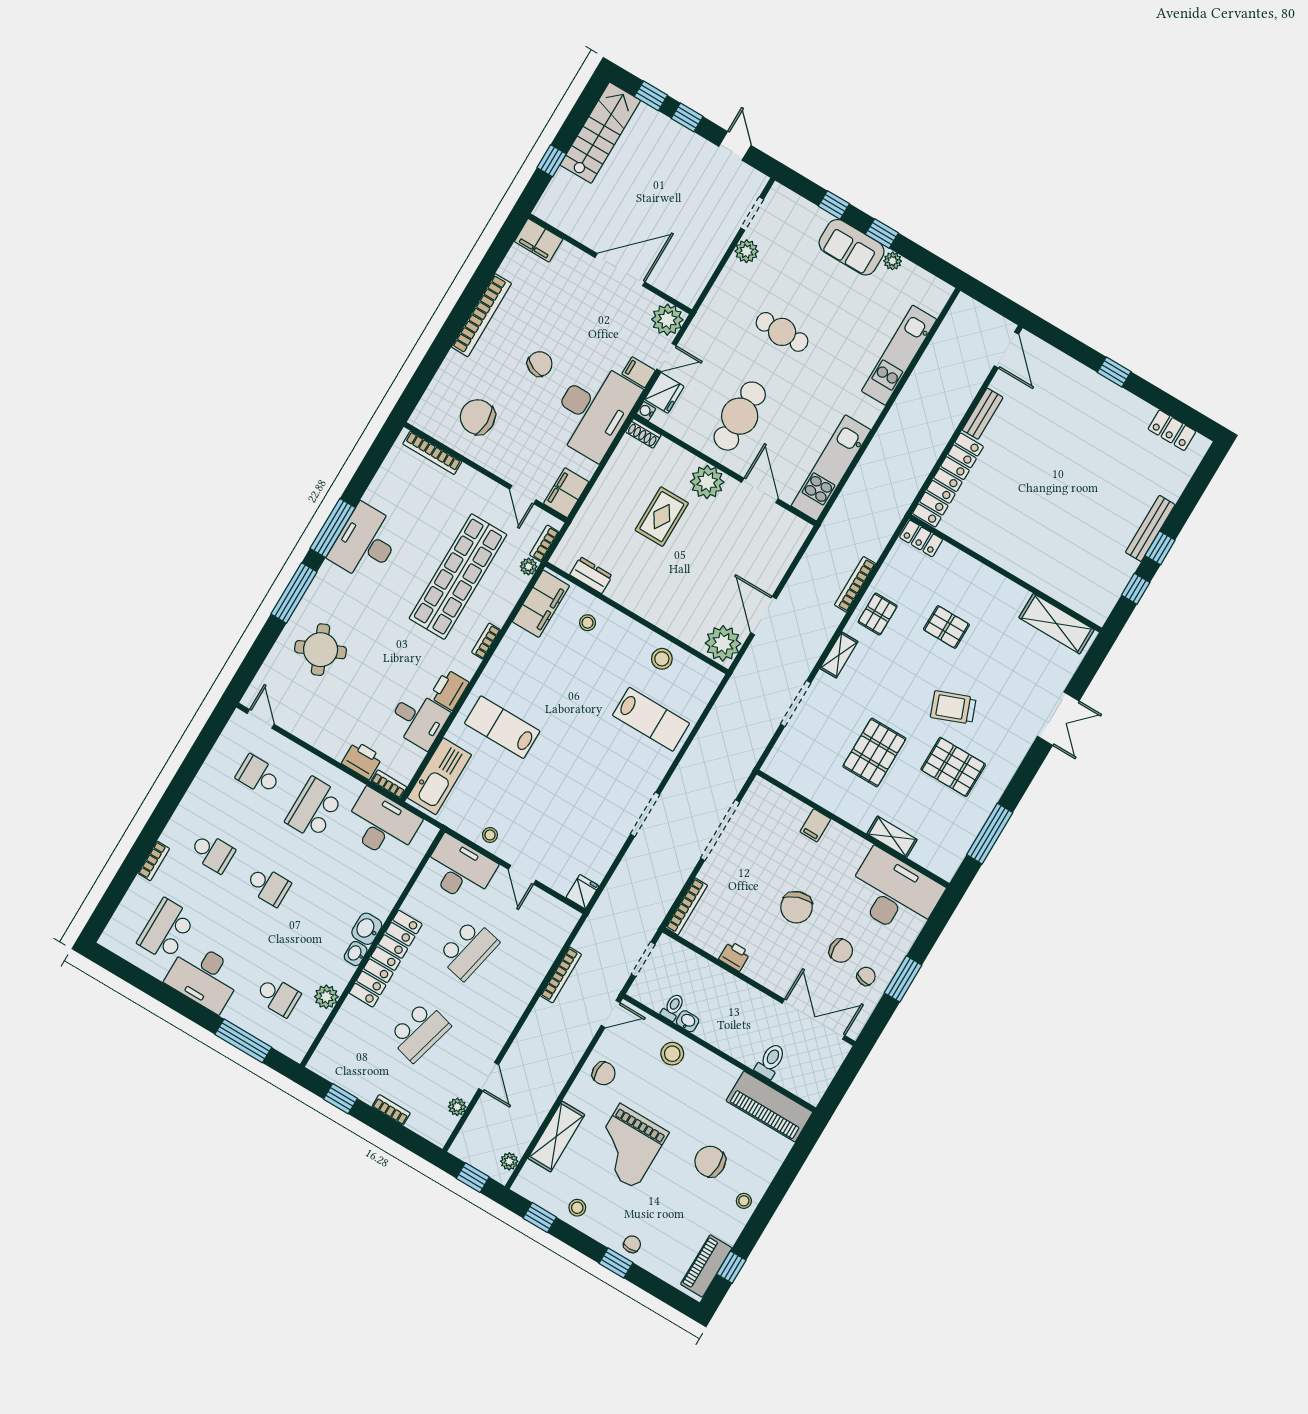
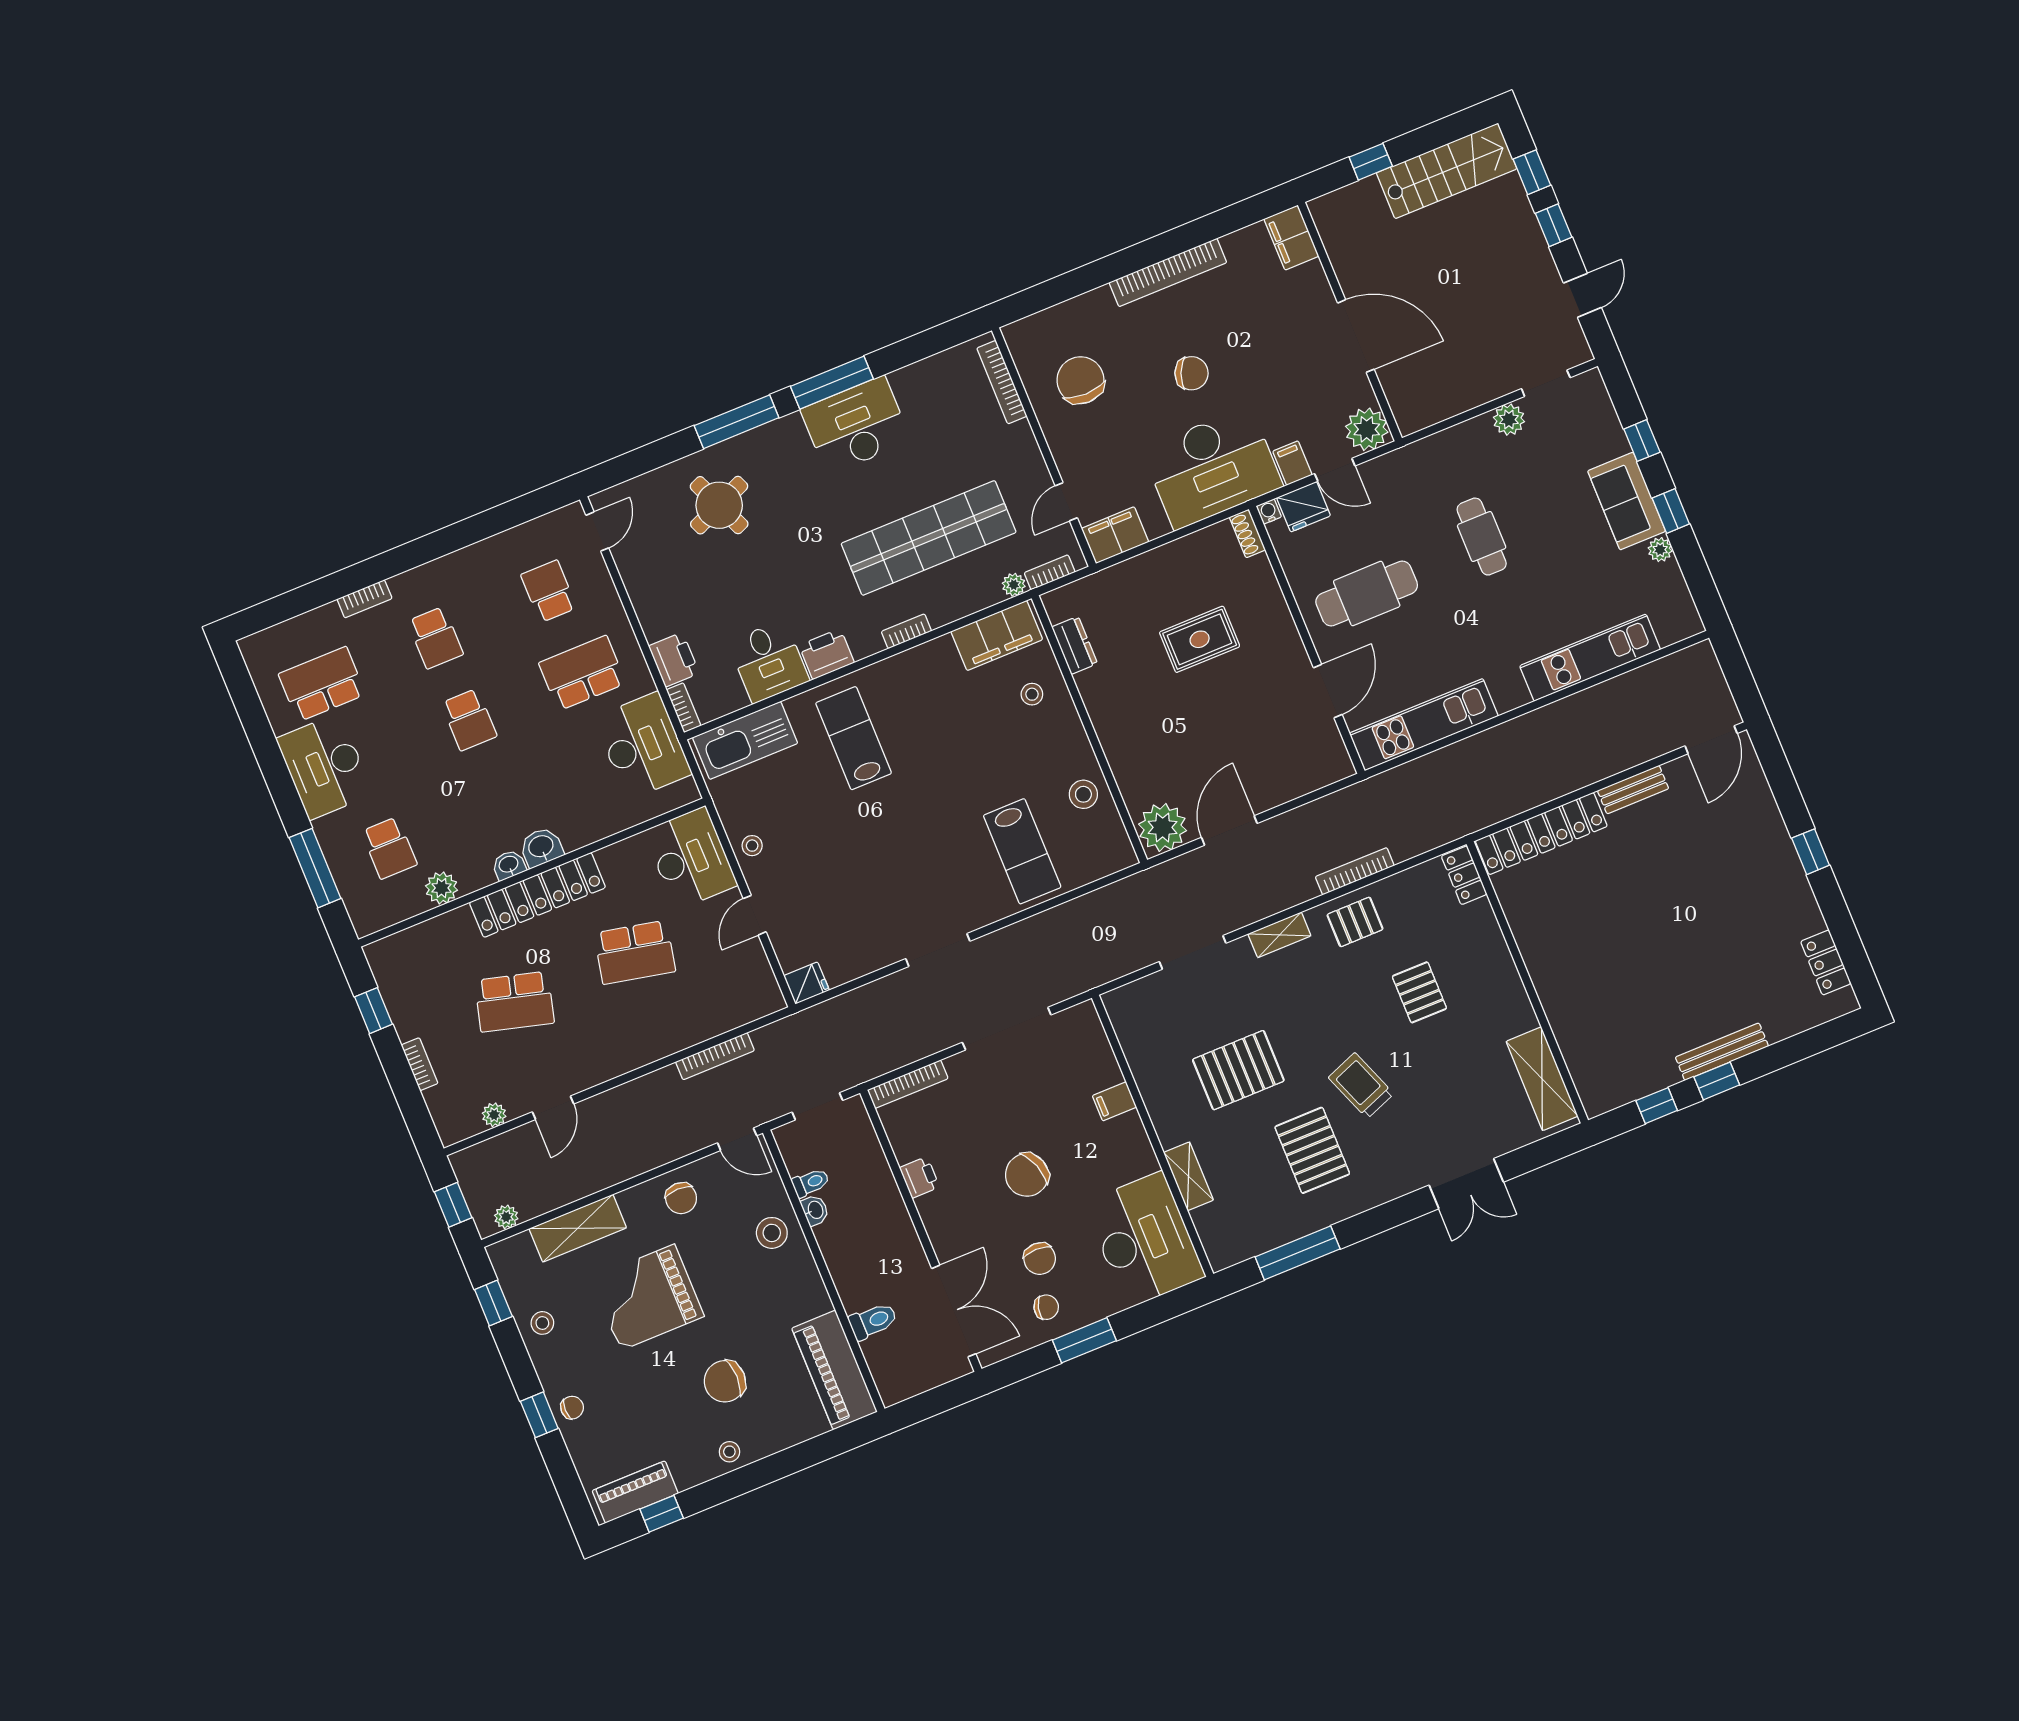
plant: (707, 482) -> (1277, 639), removed
chair: (710, 1161) -> (725, 1381), turned -90

